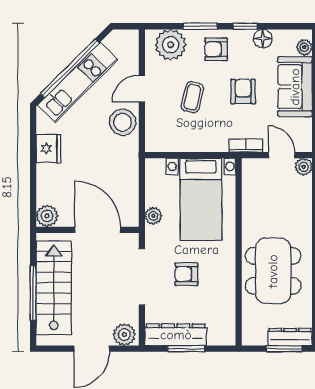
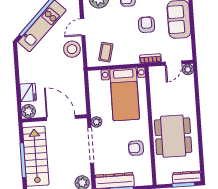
coffee table: (192, 97) -> (106, 52), moved
fridge: (48, 148) -> (28, 92), moved
door: (282, 155) -> (173, 63), swing flipped
plant: (153, 216) -> (96, 122), moved
armchair: (186, 274) -> (136, 148), moved

